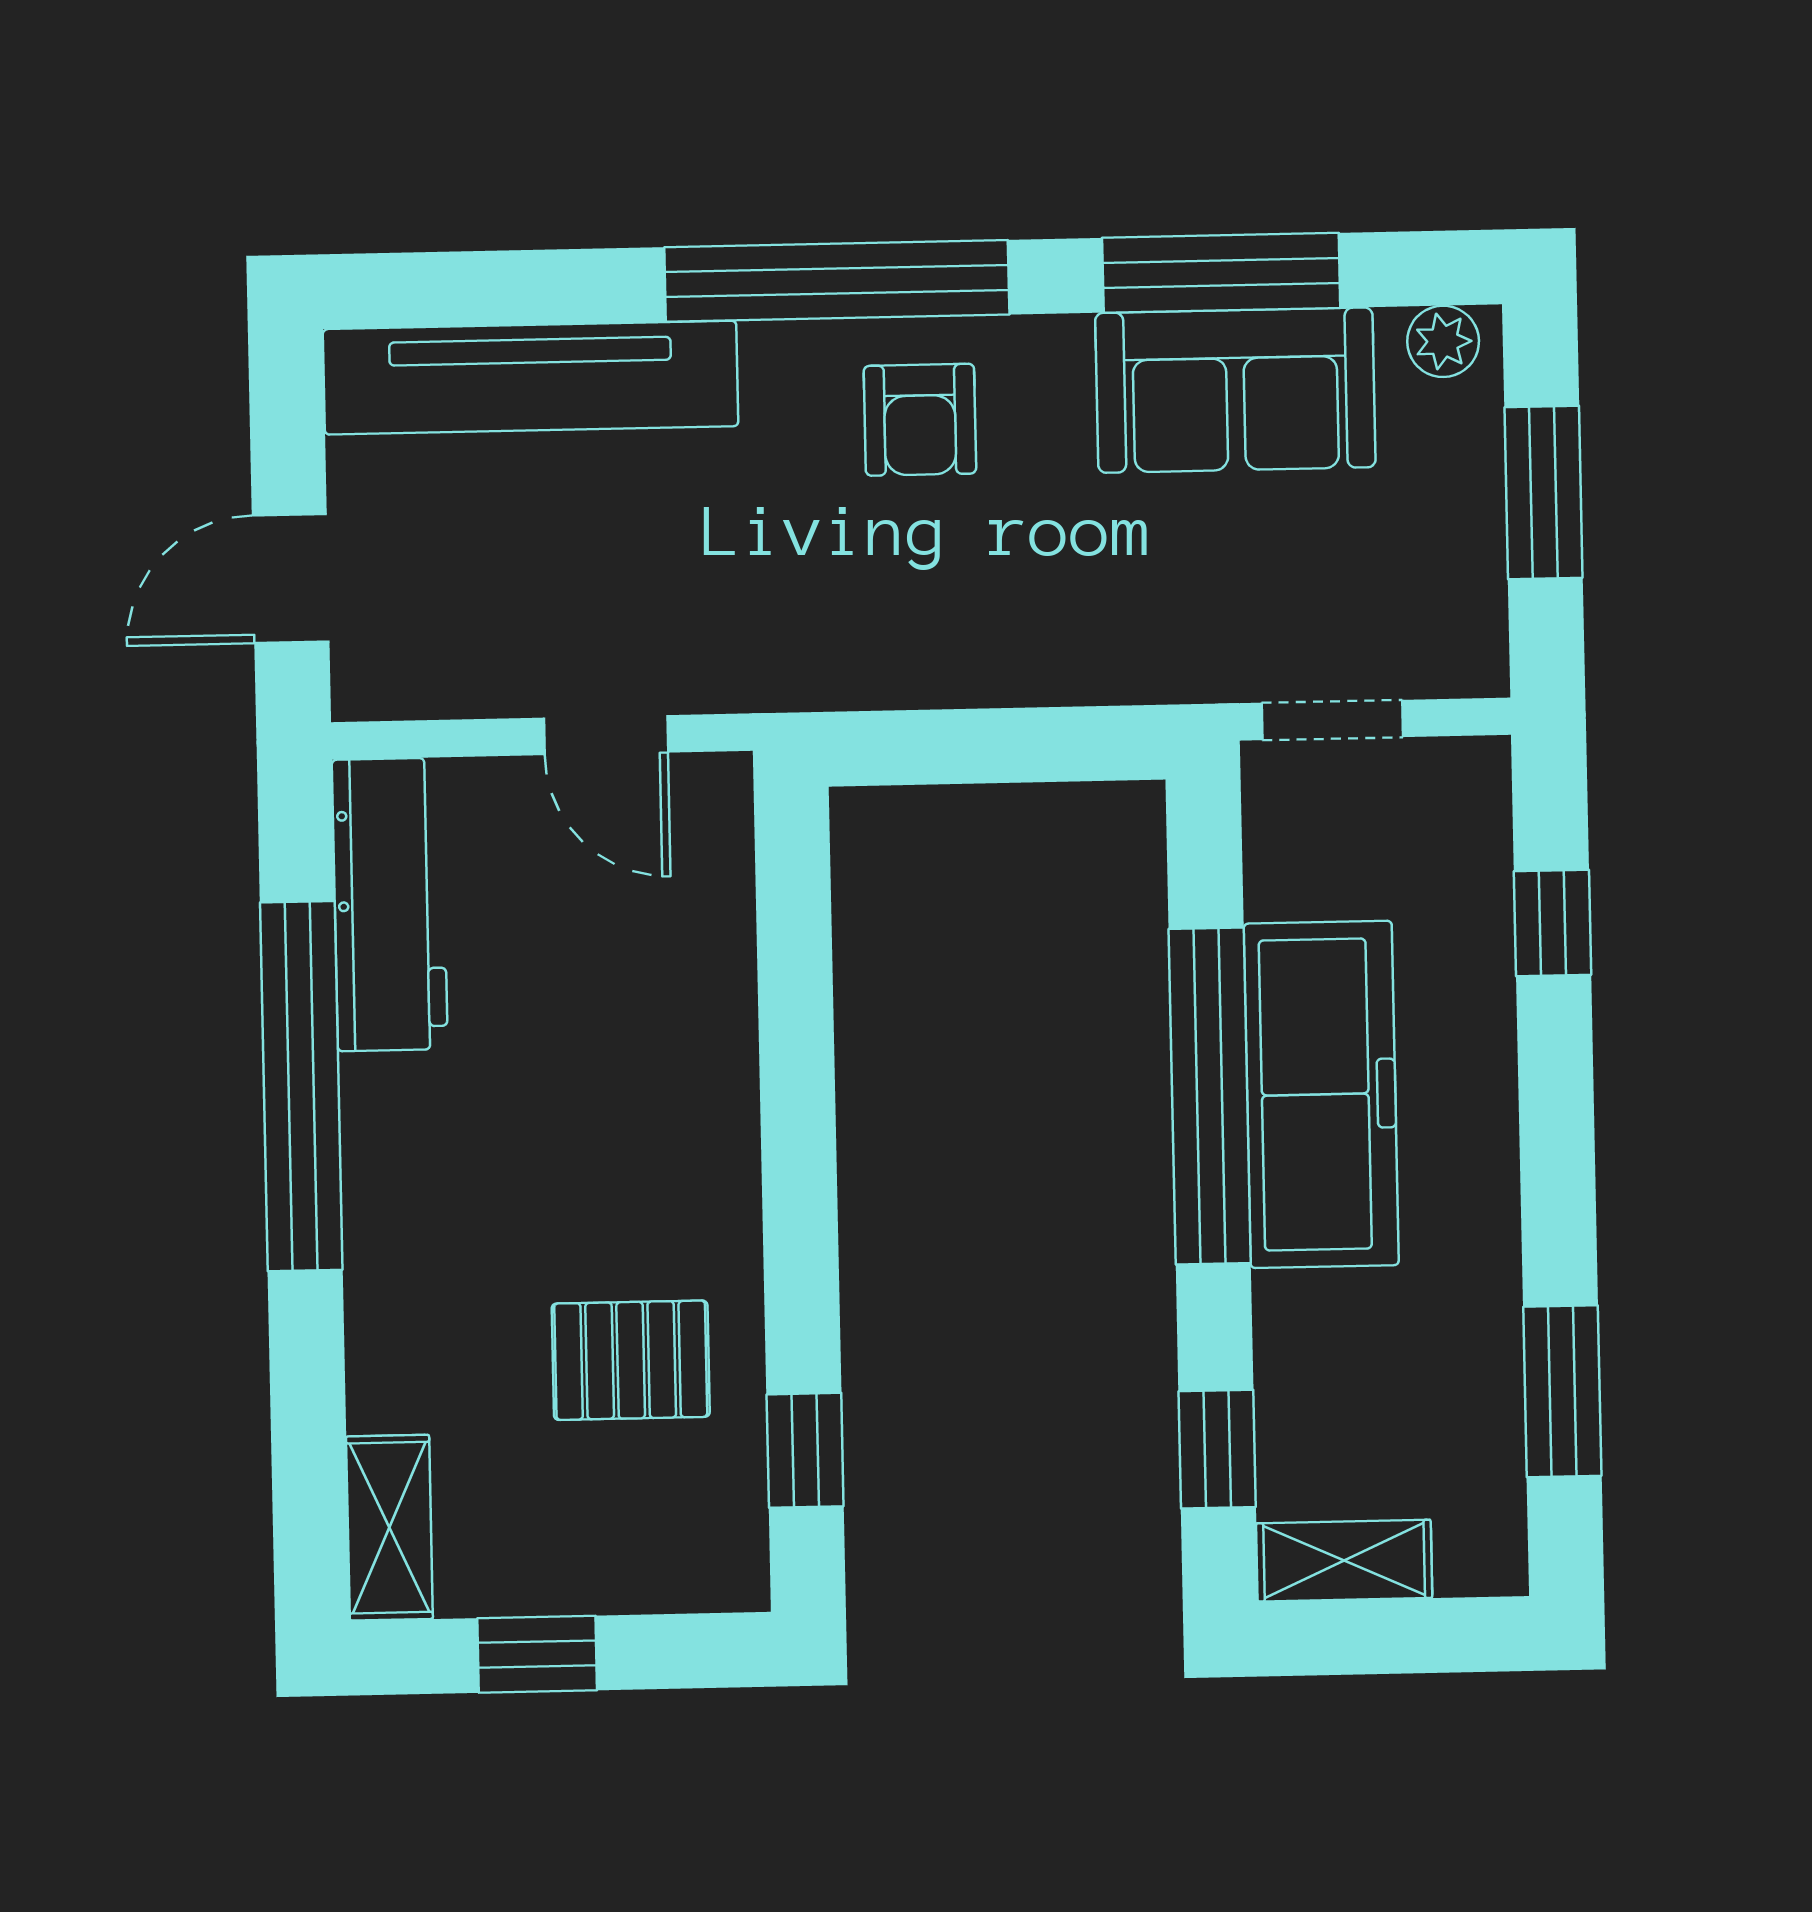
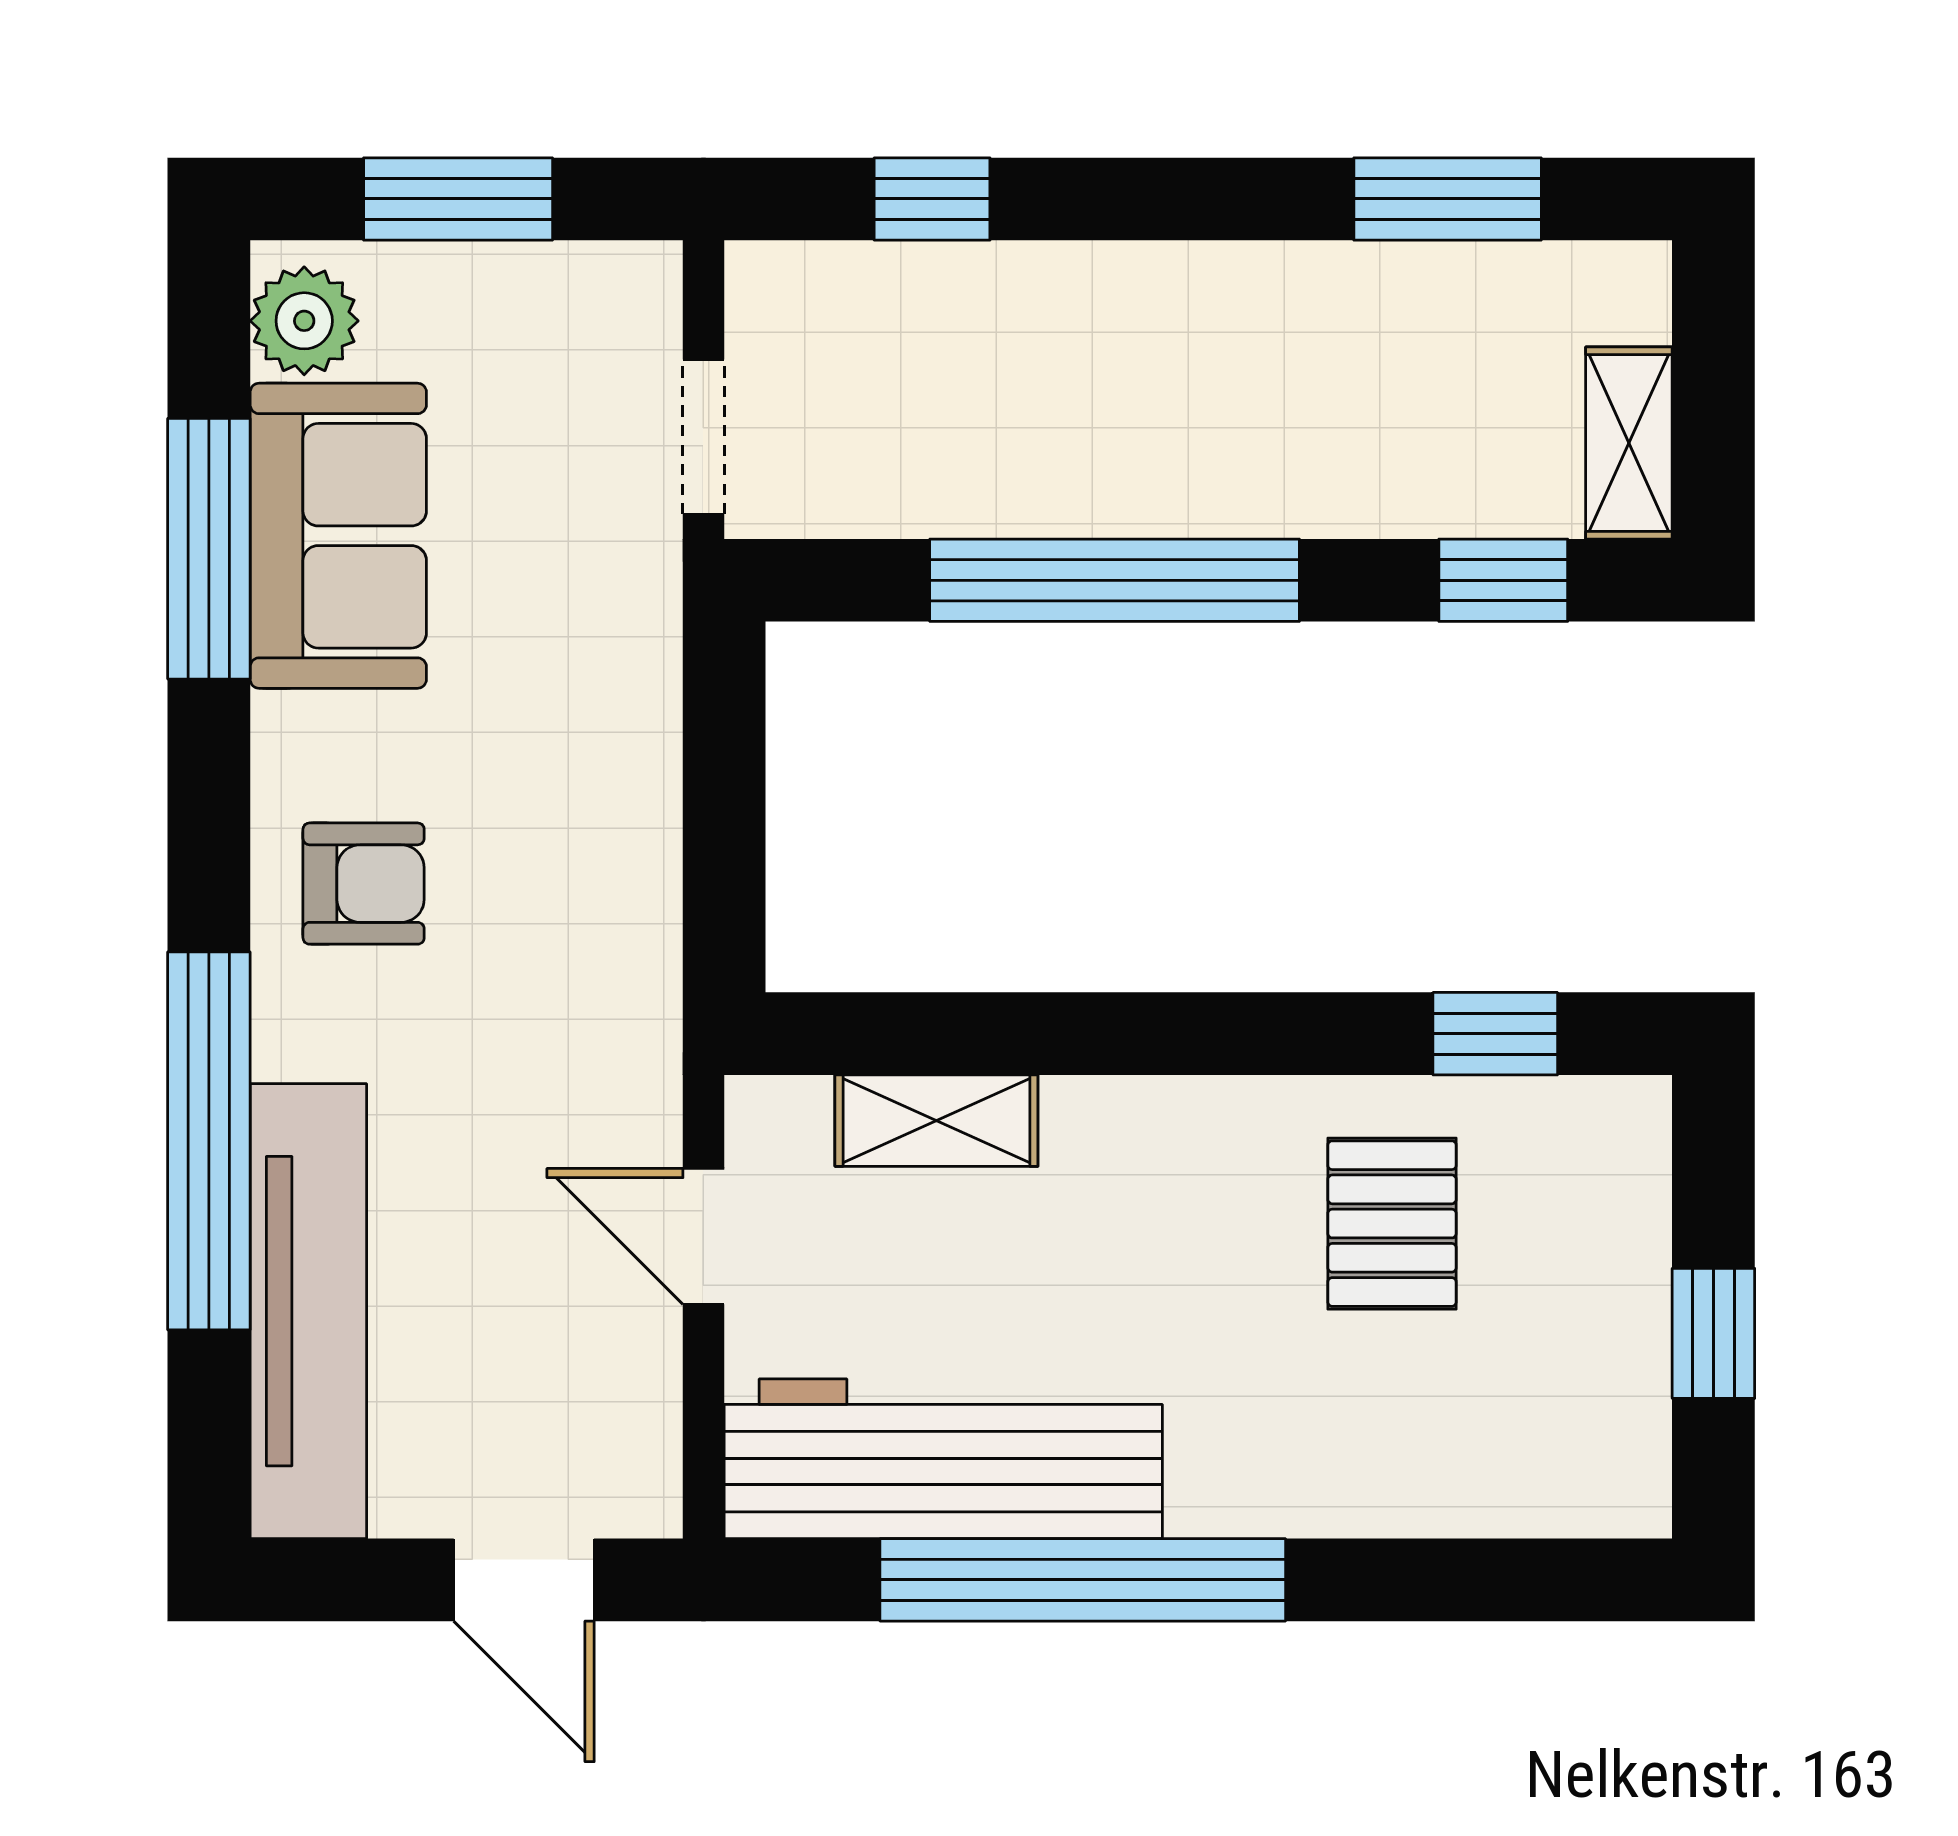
window: (837, 281) -> (209, 1141), moved
plant: (1443, 341) -> (304, 321), width x1.38, depth x1.38
door: (606, 735) -> (703, 1236), swing flipped
workbench: (390, 904) -> (943, 1459), width x1.36, depth x1.32
freezer: (1321, 1094) -> (1115, 458), removed
shelving: (389, 1528) -> (936, 1121), moved

